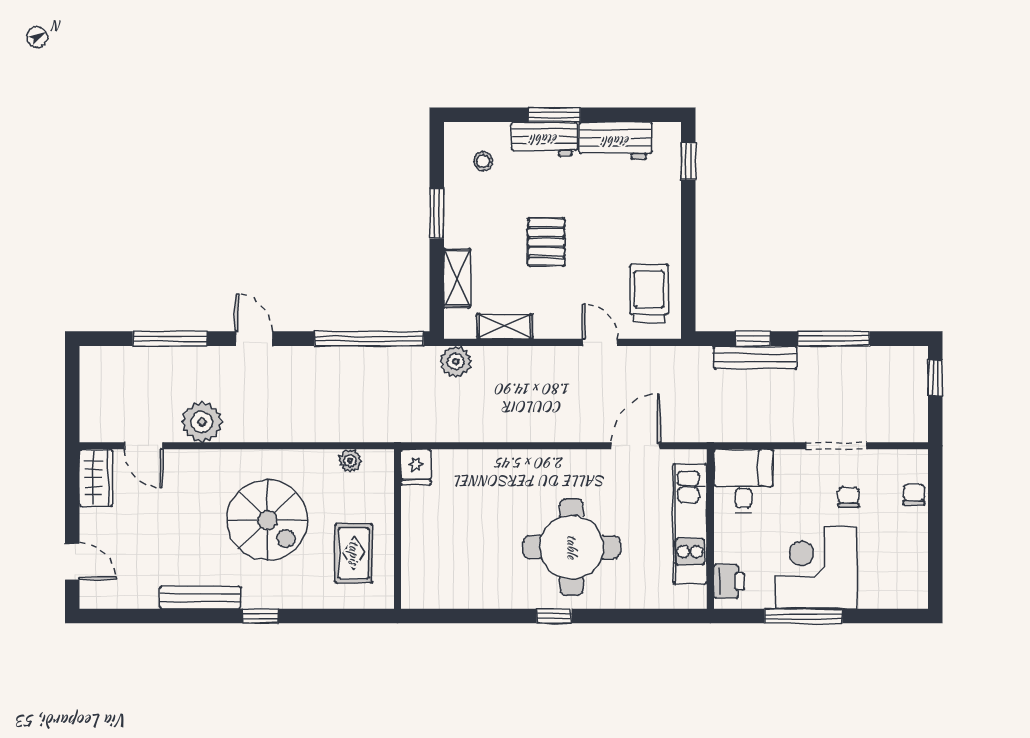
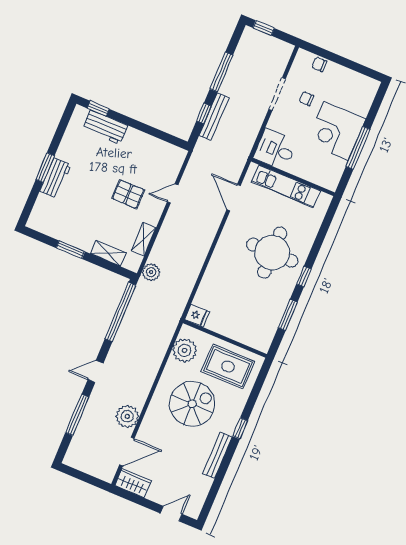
workbench: (616, 141) -> (105, 127), moved, turned 90
stool: (483, 161) -> (54, 214), removed
pallet: (546, 242) -> (128, 194), moved
trolley: (649, 293) -> (158, 157), removed
door: (143, 446) -> (127, 452), width x1.38
plant: (350, 461) -> (184, 350), width x1.88, depth x1.88
rug: (354, 553) -> (228, 366), width x1.36, depth x1.43
printer: (729, 581) -> (324, 179), removed
window: (480, 616) -> (288, 315), added

